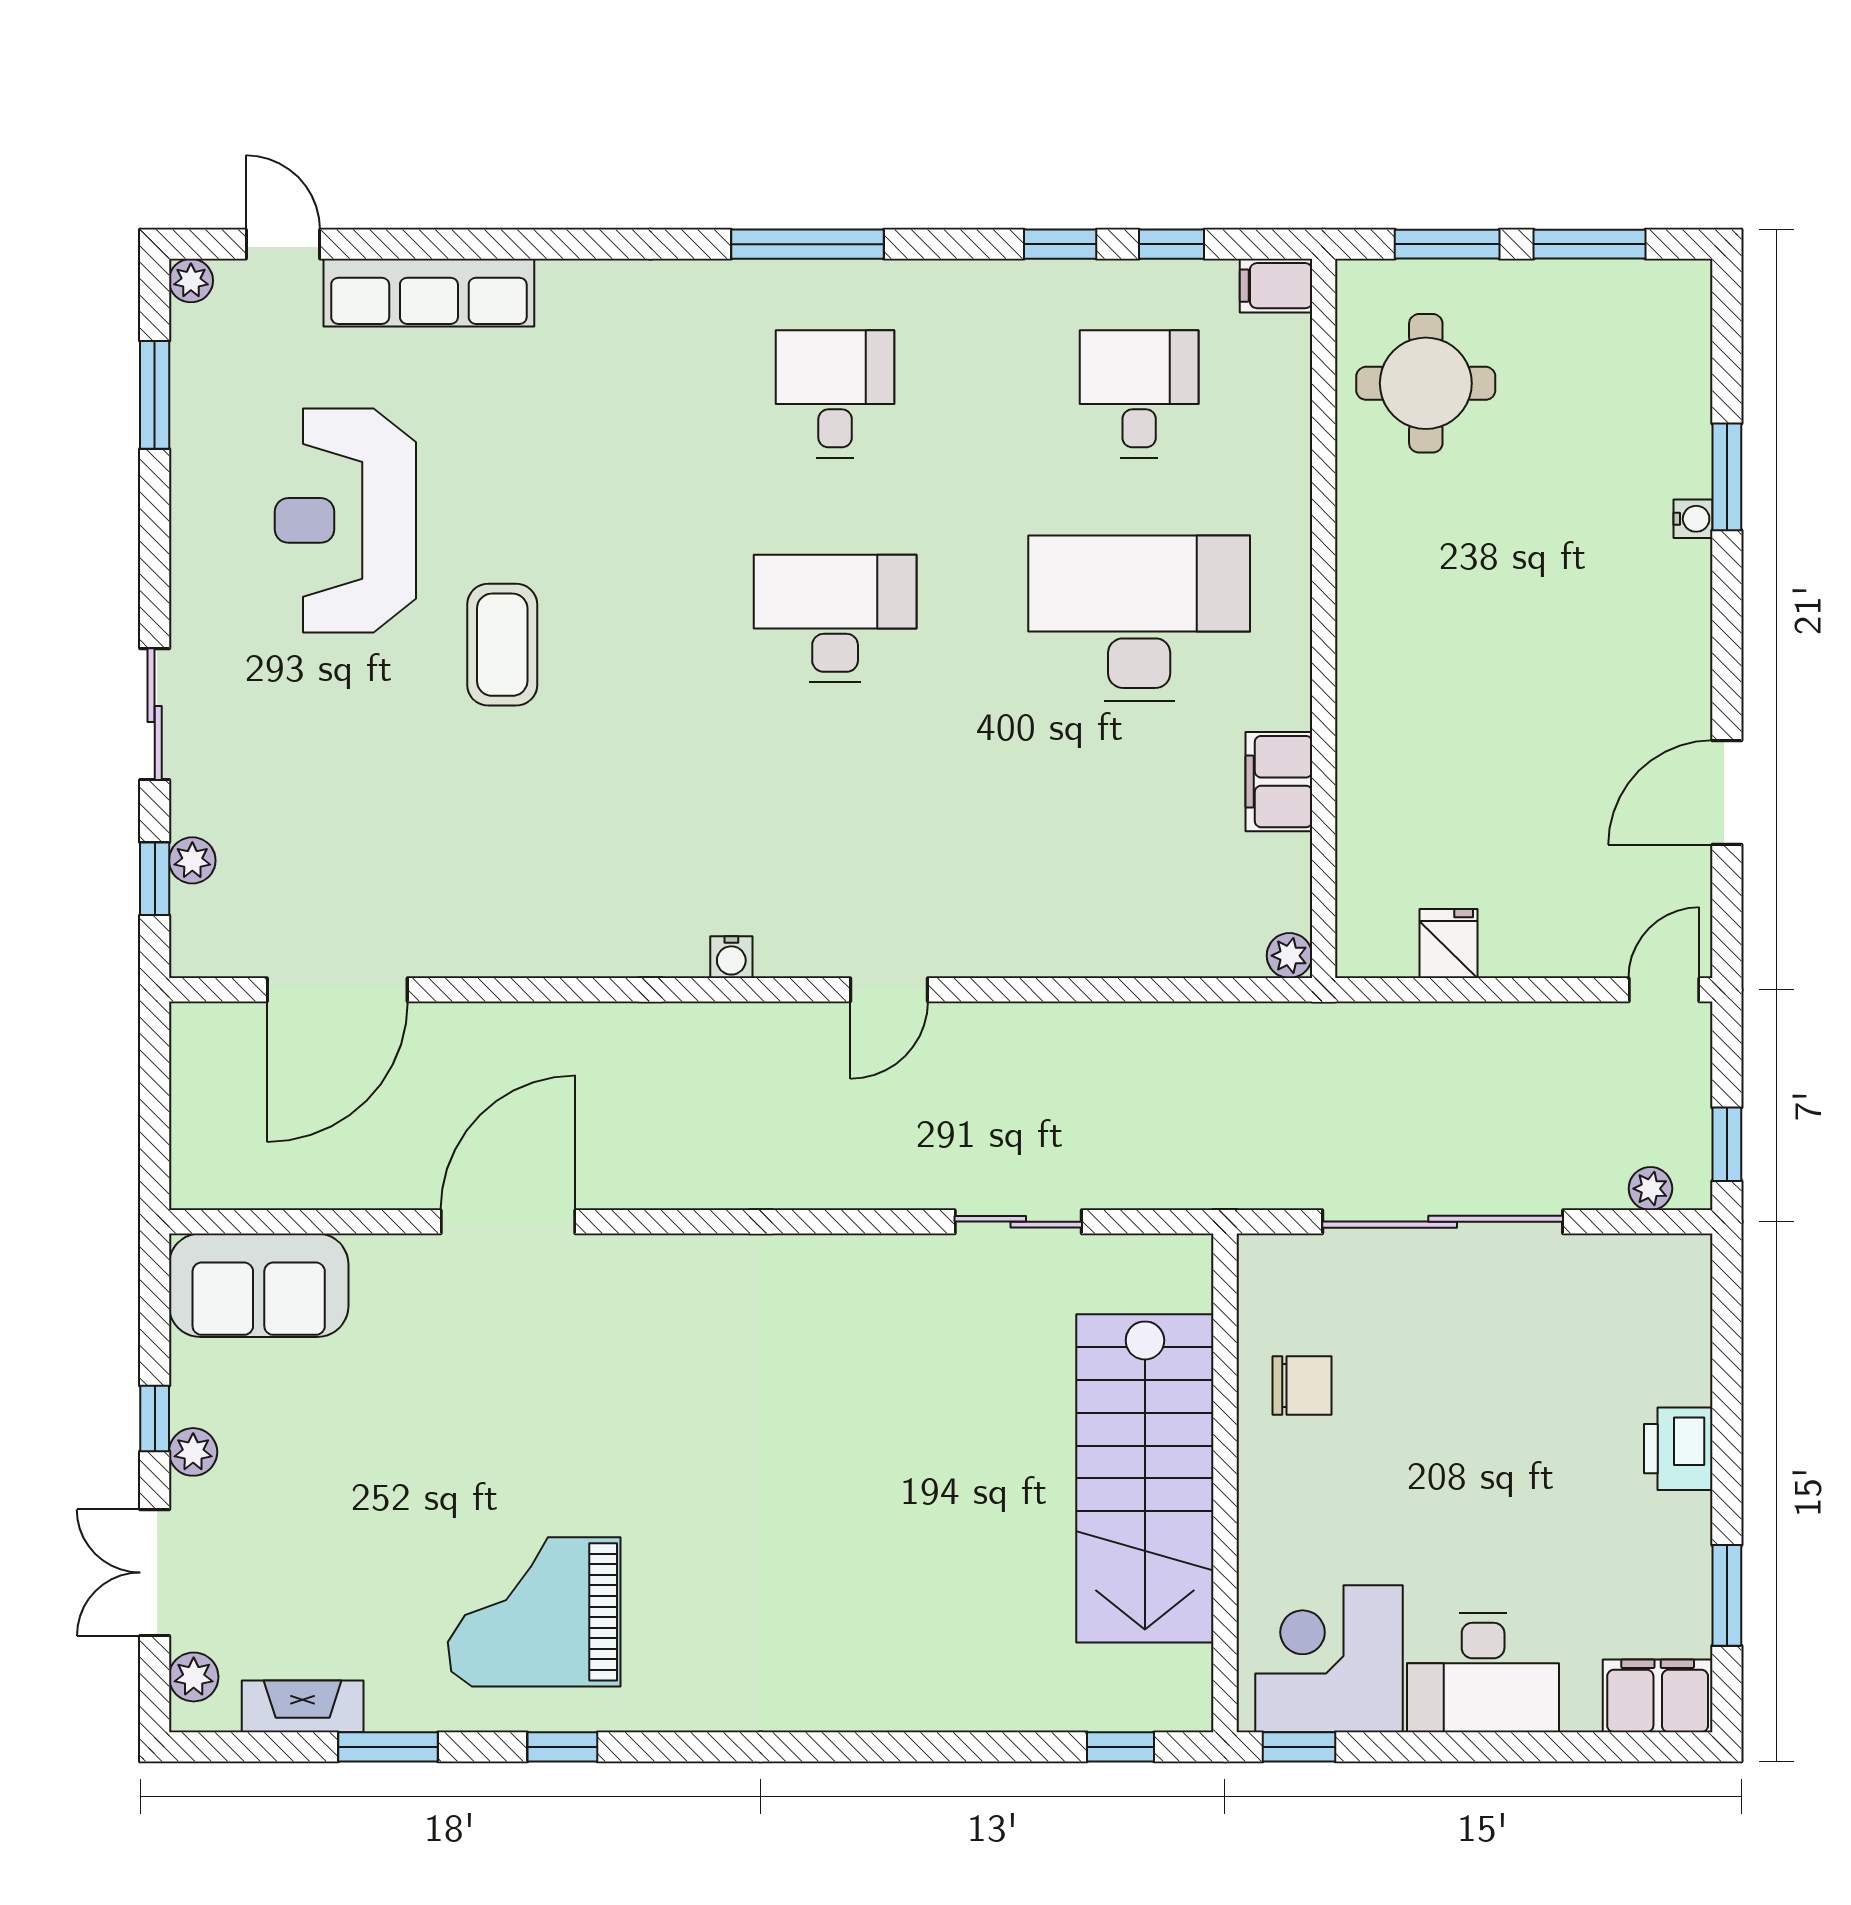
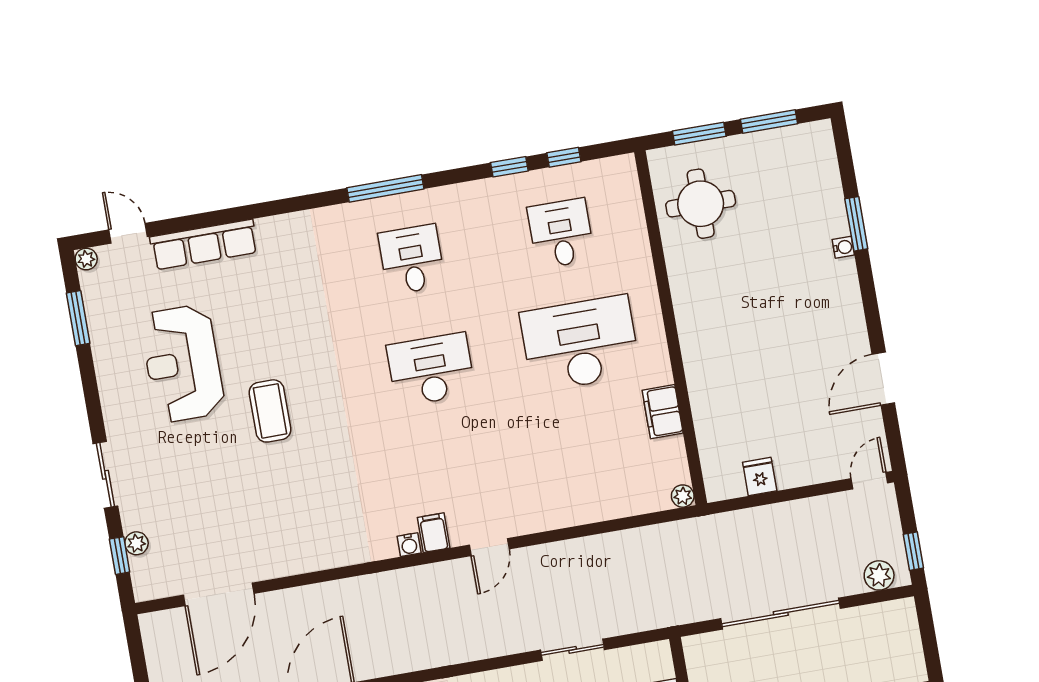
filing cabinet: (1276, 286) -> (434, 533), moved, turned 90
plant: (1650, 1189) -> (879, 575), width x1.38, depth x1.38

